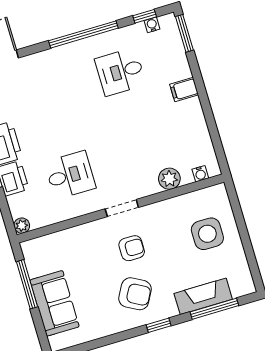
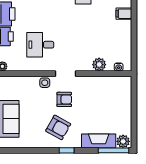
desk: (70, 175) -> (40, 45), turned 180
side table: (207, 234) -> (45, 83), moved, width x0.54, depth x0.54
plant: (241, 286) -> (123, 141), added
window: (214, 309) -> (113, 150), moved

